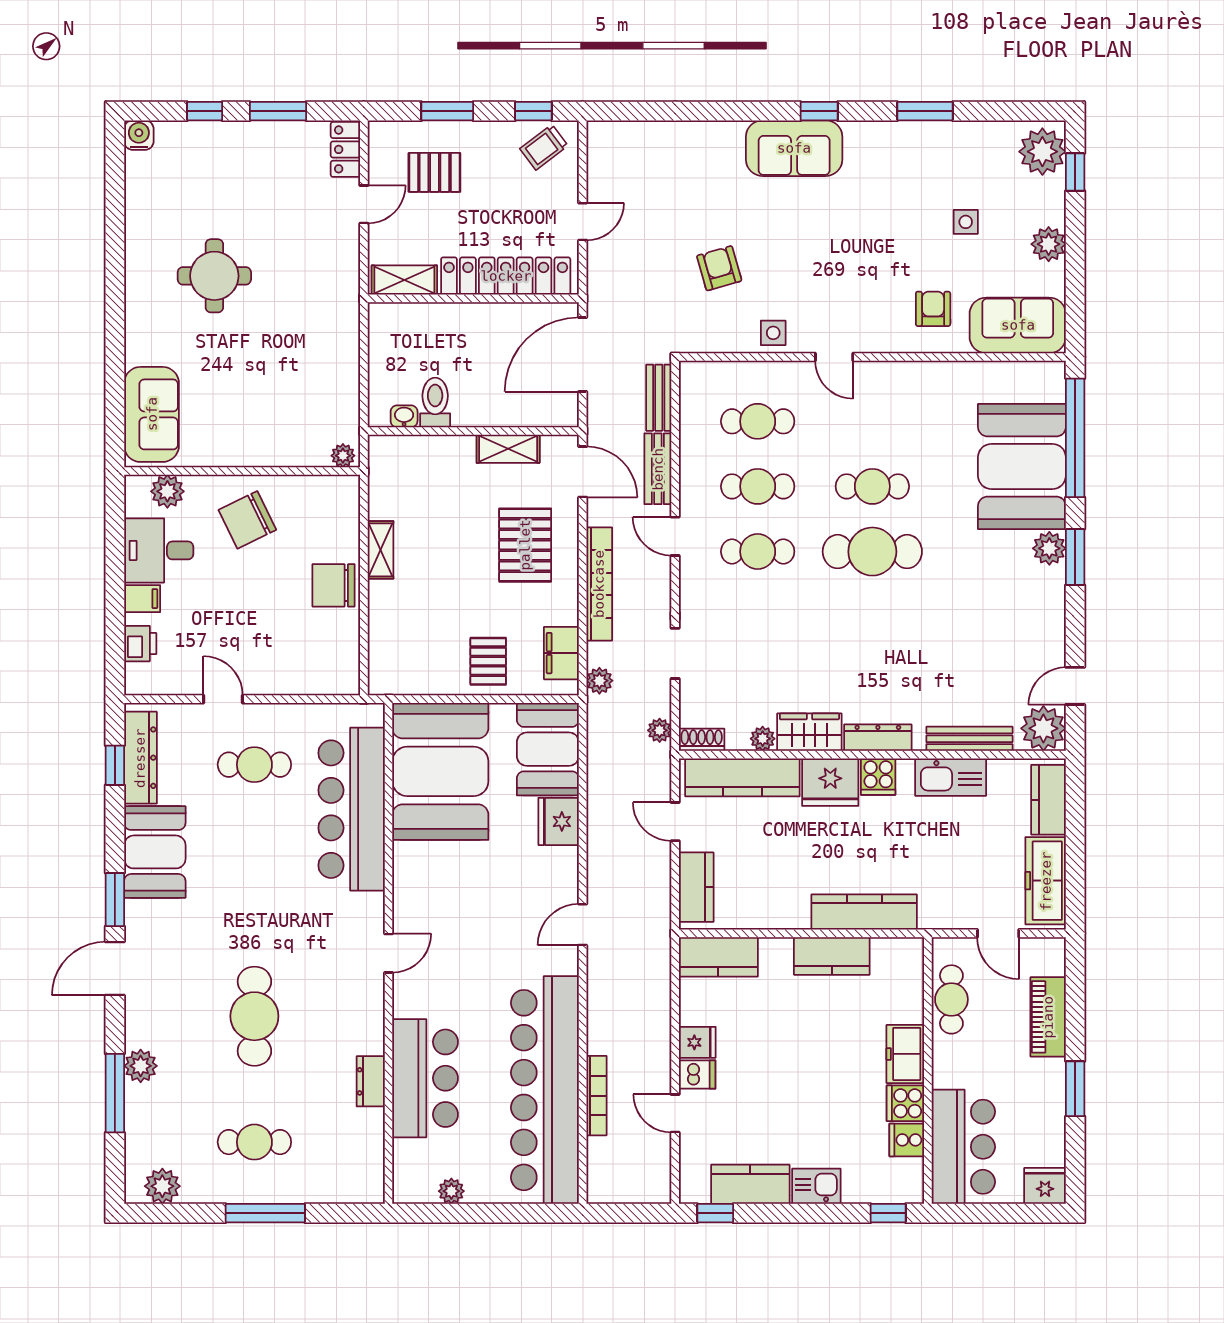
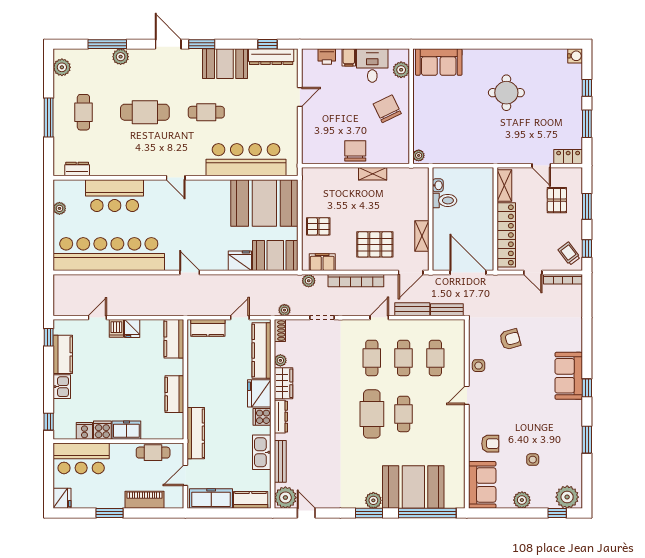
cafe table: (254, 765) -> (206, 112), moved, turned 90
kitchen counter: (864, 912) -> (196, 433), moved
dresser: (371, 1081) -> (77, 169), moved
bookcase: (597, 1096) -> (563, 279), moved

